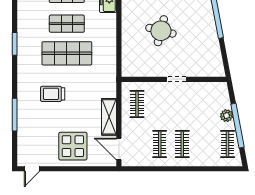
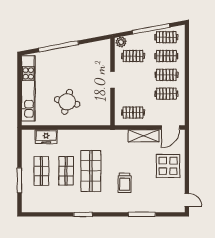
round table: (161, 31) -> (67, 102), moved
clothes rail: (205, 104) -> (133, 56), added
plant: (227, 116) -> (121, 42), moved
clothes rail: (205, 144) -> (166, 56), added

